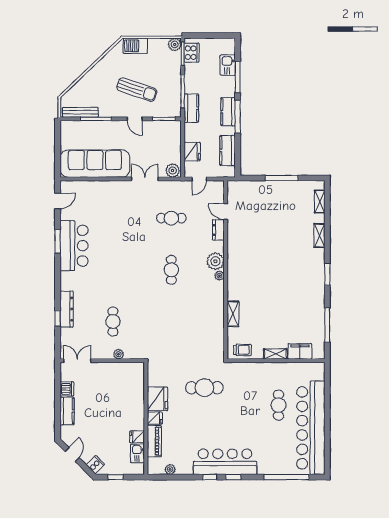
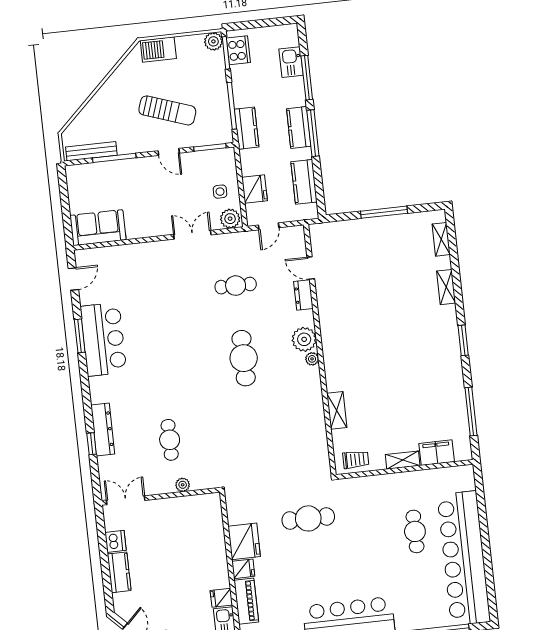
side table: (168, 151) -> (220, 192), added
sofa: (95, 164) -> (98, 228), width x0.54, depth x0.79
cafe table: (171, 270) -> (244, 358), width x1.37, depth x1.35

